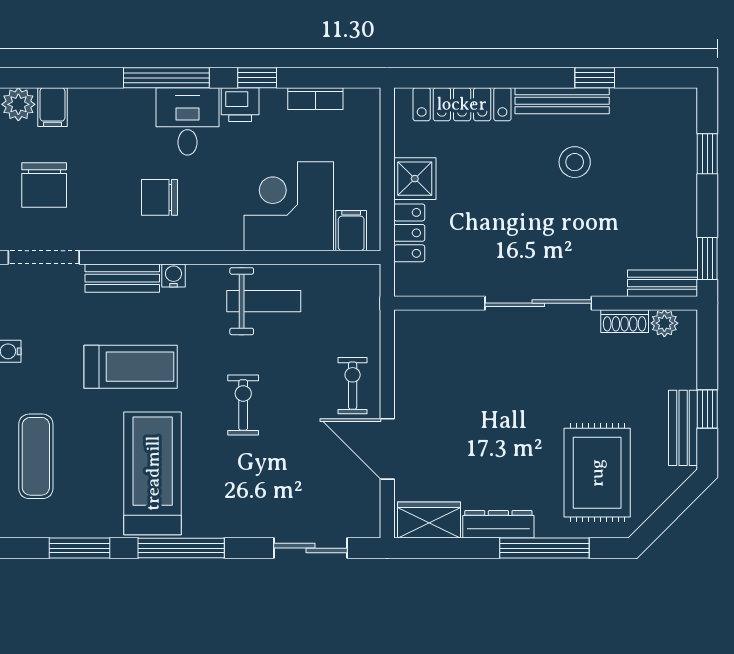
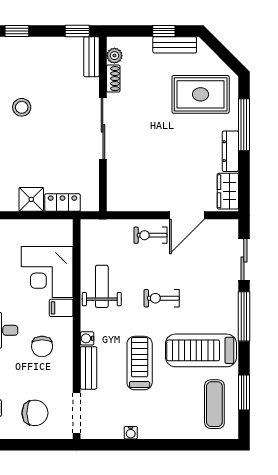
filing cabinet: (351, 231) -> (61, 308), moved
exercise mat: (36, 456) -> (214, 404), moved, turned 90
window: (181, 548) -> (244, 316), moved

